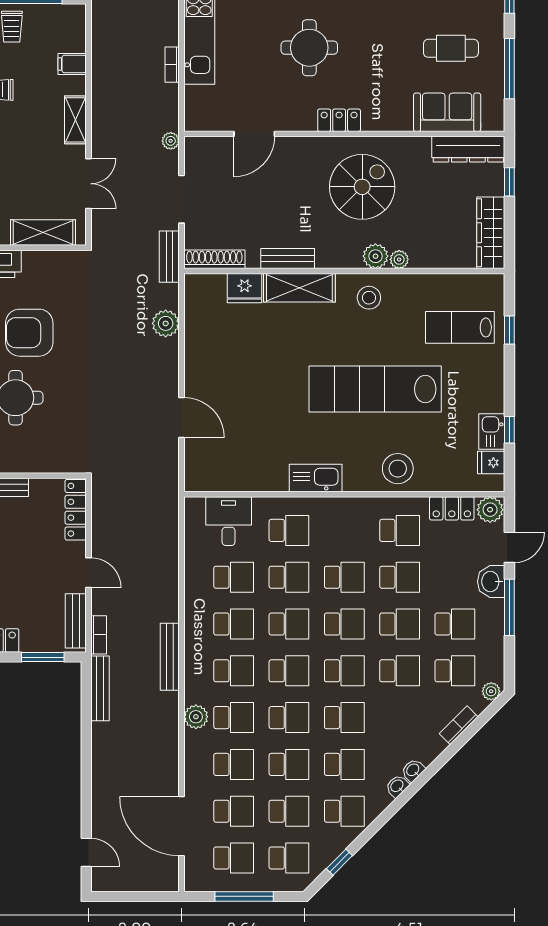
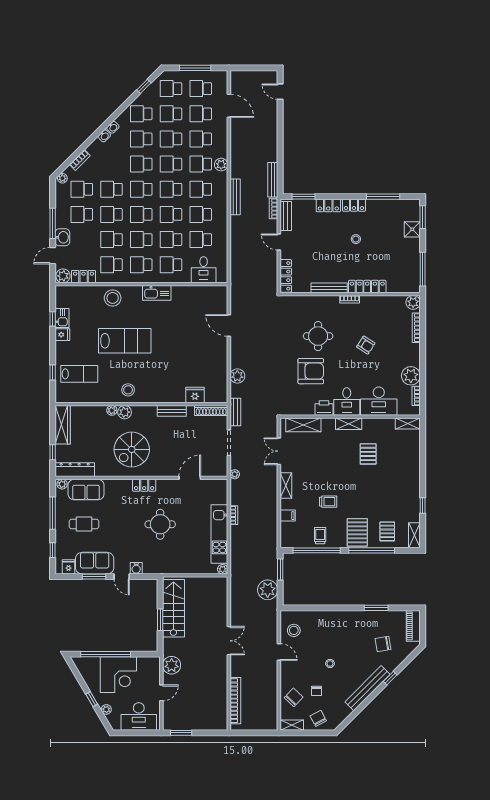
plant: (492, 122) -> (62, 484), added
shelving: (299, 288) -> (165, 395), removed
lab bench: (375, 389) -> (125, 341), width x0.73
fridge: (491, 463) -> (62, 335), moved
school desk: (344, 530) -> (141, 265), added
door: (182, 826) -> (229, 106), width x0.73

